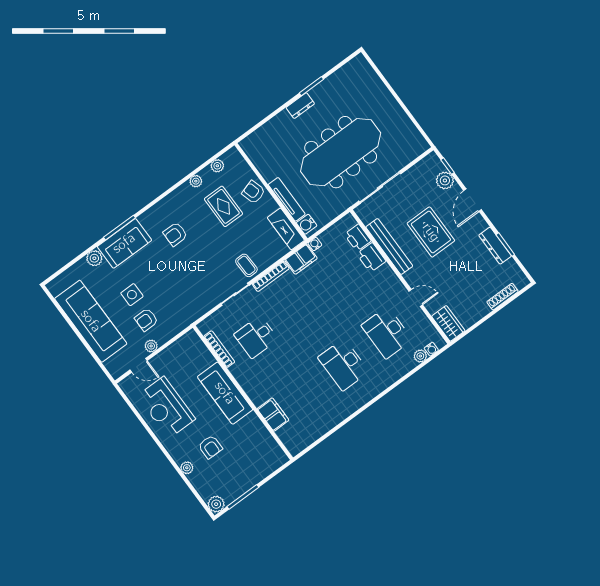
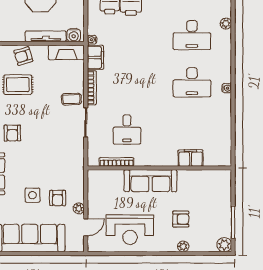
water cooler: (431, 349) -> (227, 88), moved

